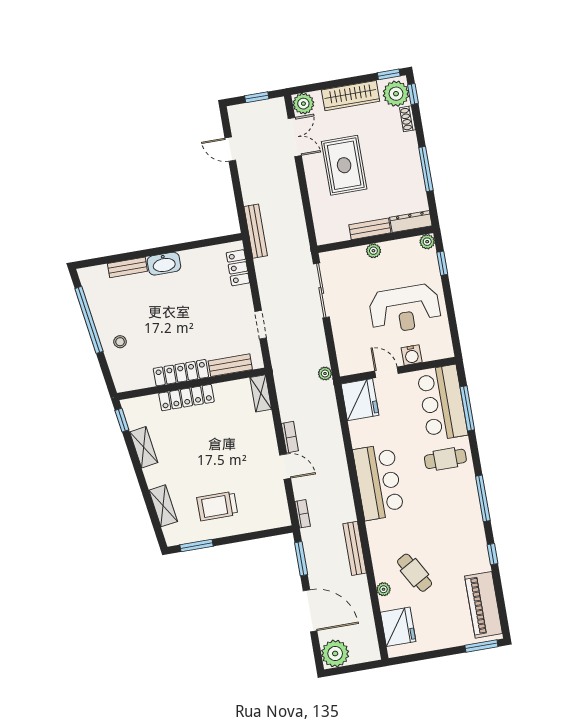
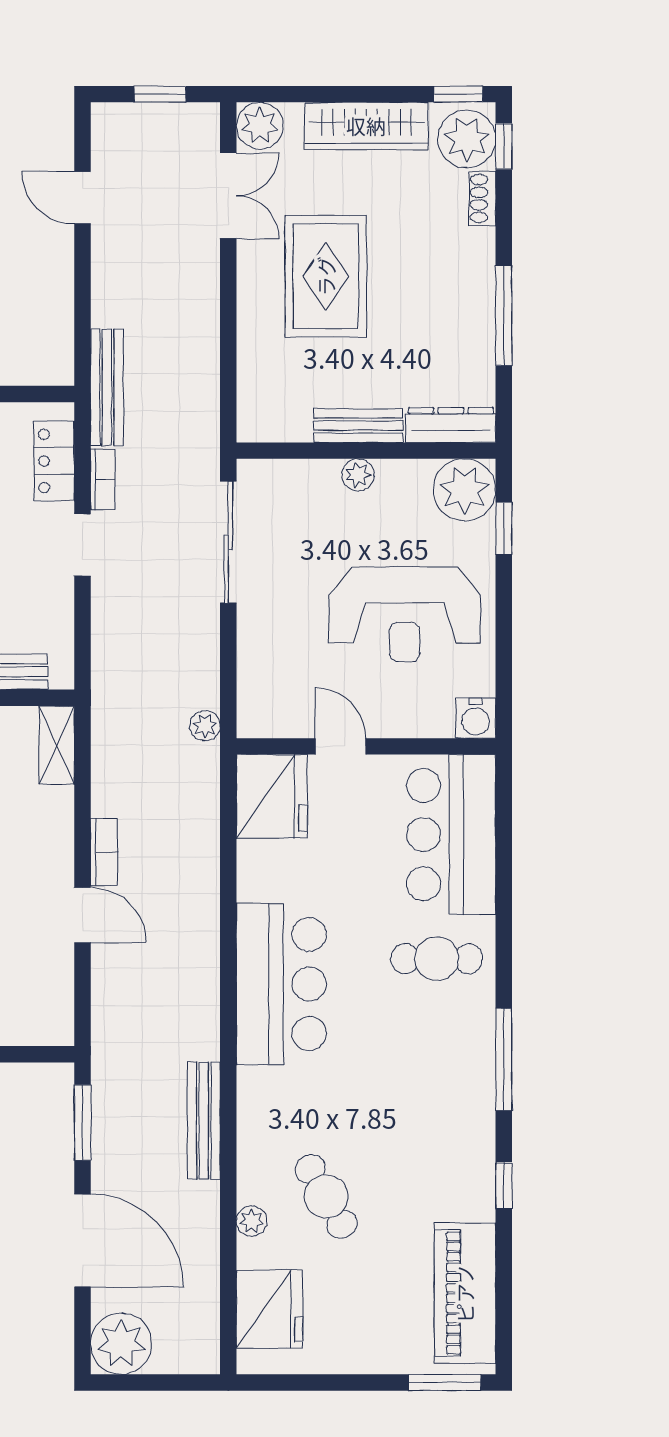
plant: (427, 242) -> (465, 490), width x1.88, depth x1.88
doorway: (261, 325) -> (82, 545), moved
water cooler: (412, 355) -> (476, 718), moved
window: (467, 408) -> (504, 856), removed
bookcase: (303, 514) -> (103, 479), moved

